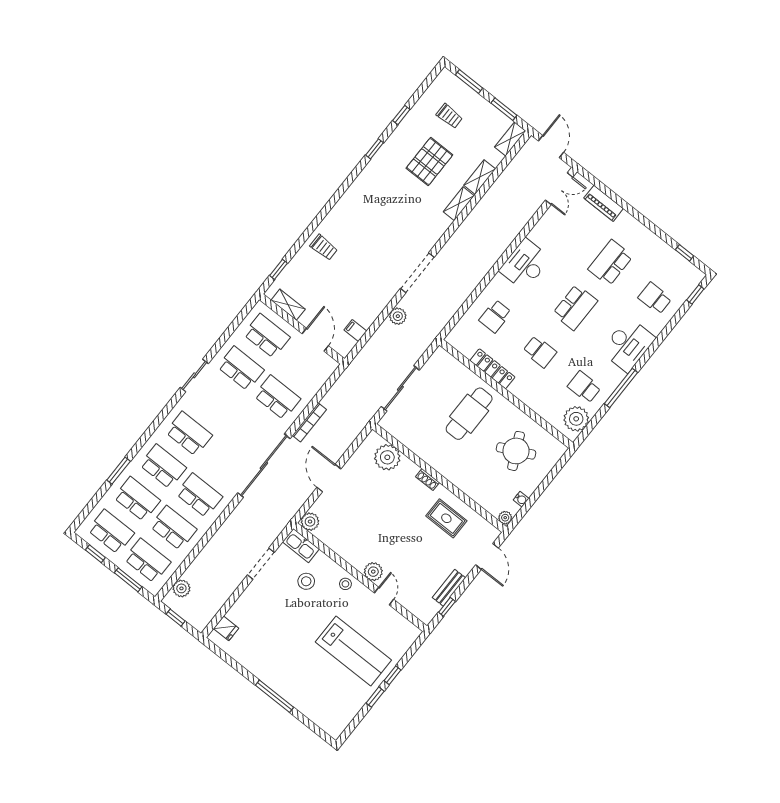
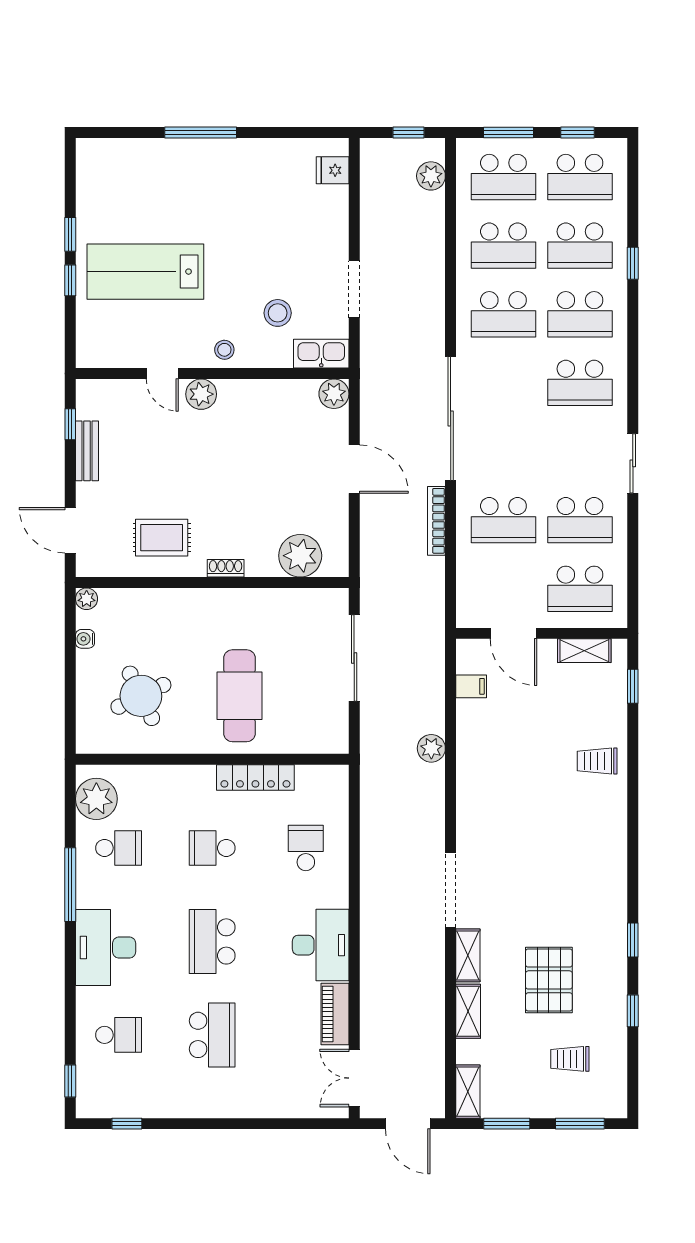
piano: (604, 203) -> (335, 1014), moved, turned -90
doorway: (417, 273) -> (451, 890), moved
window: (119, 471) -> (633, 263), width x0.67

